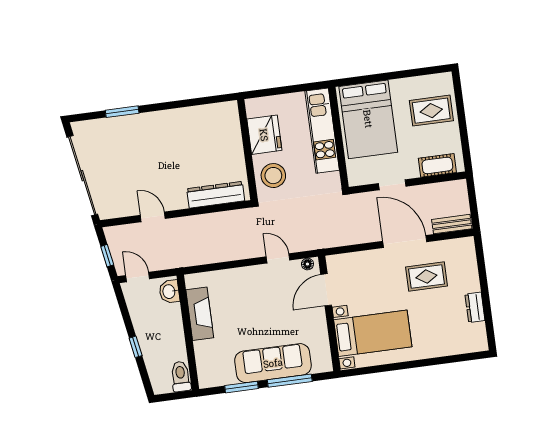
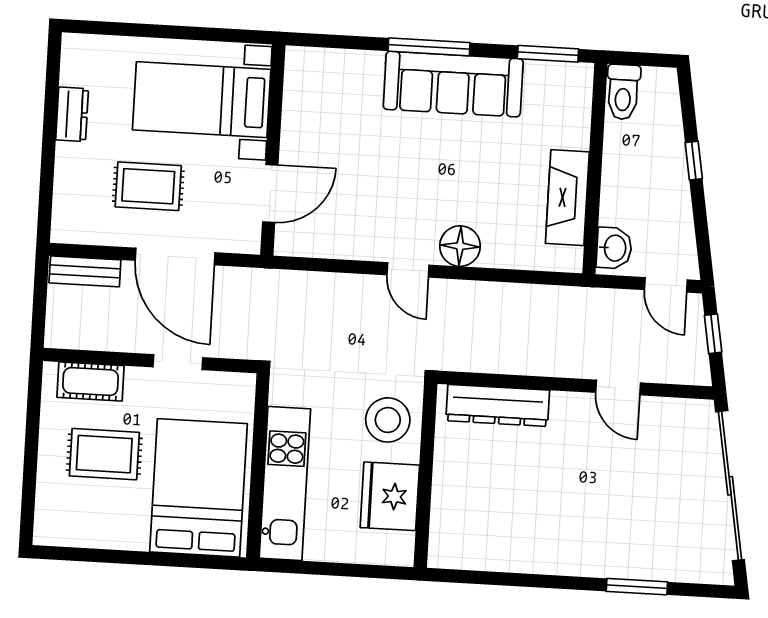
rug: (431, 111) -> (104, 454), moved
floor lamp: (307, 264) -> (460, 246), moved, width x1.89, depth x1.89
door: (326, 290) -> (270, 193), moved
wall: (329, 313) -> (273, 150), moved
bed with nightstands: (373, 333) -> (202, 100), moved
window: (241, 387) -> (548, 54), moved

